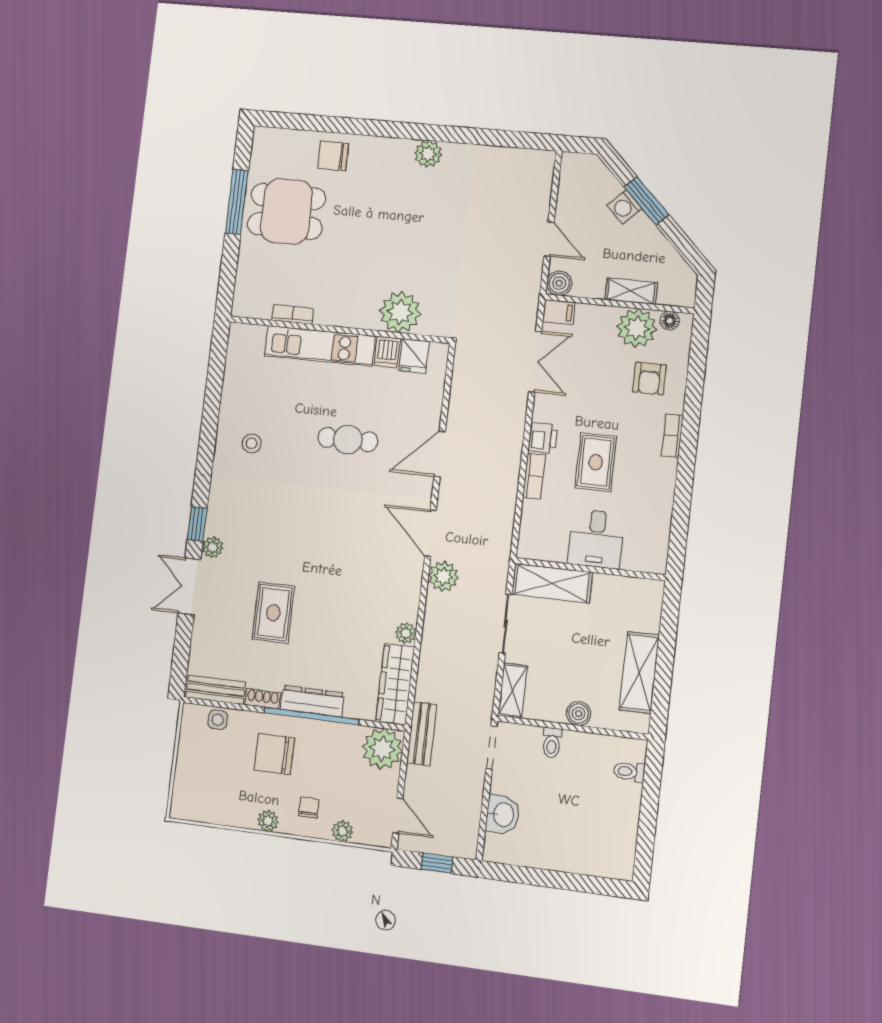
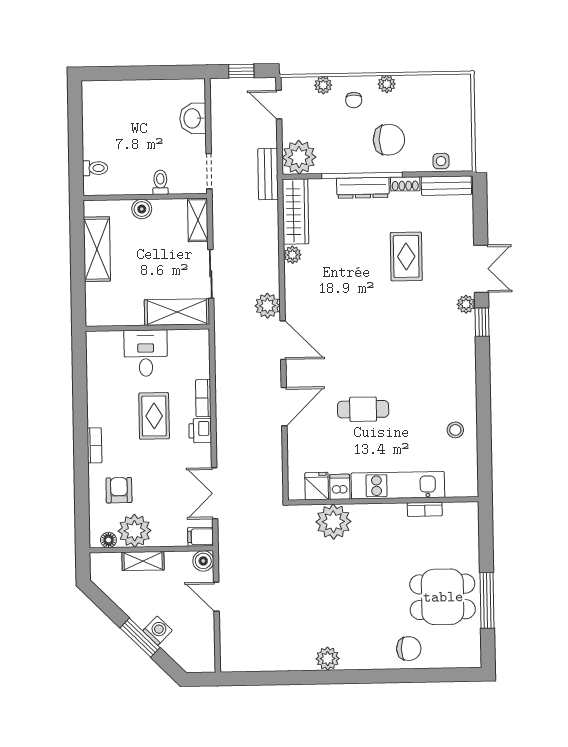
stool: (252, 443) -> (455, 430), moved

